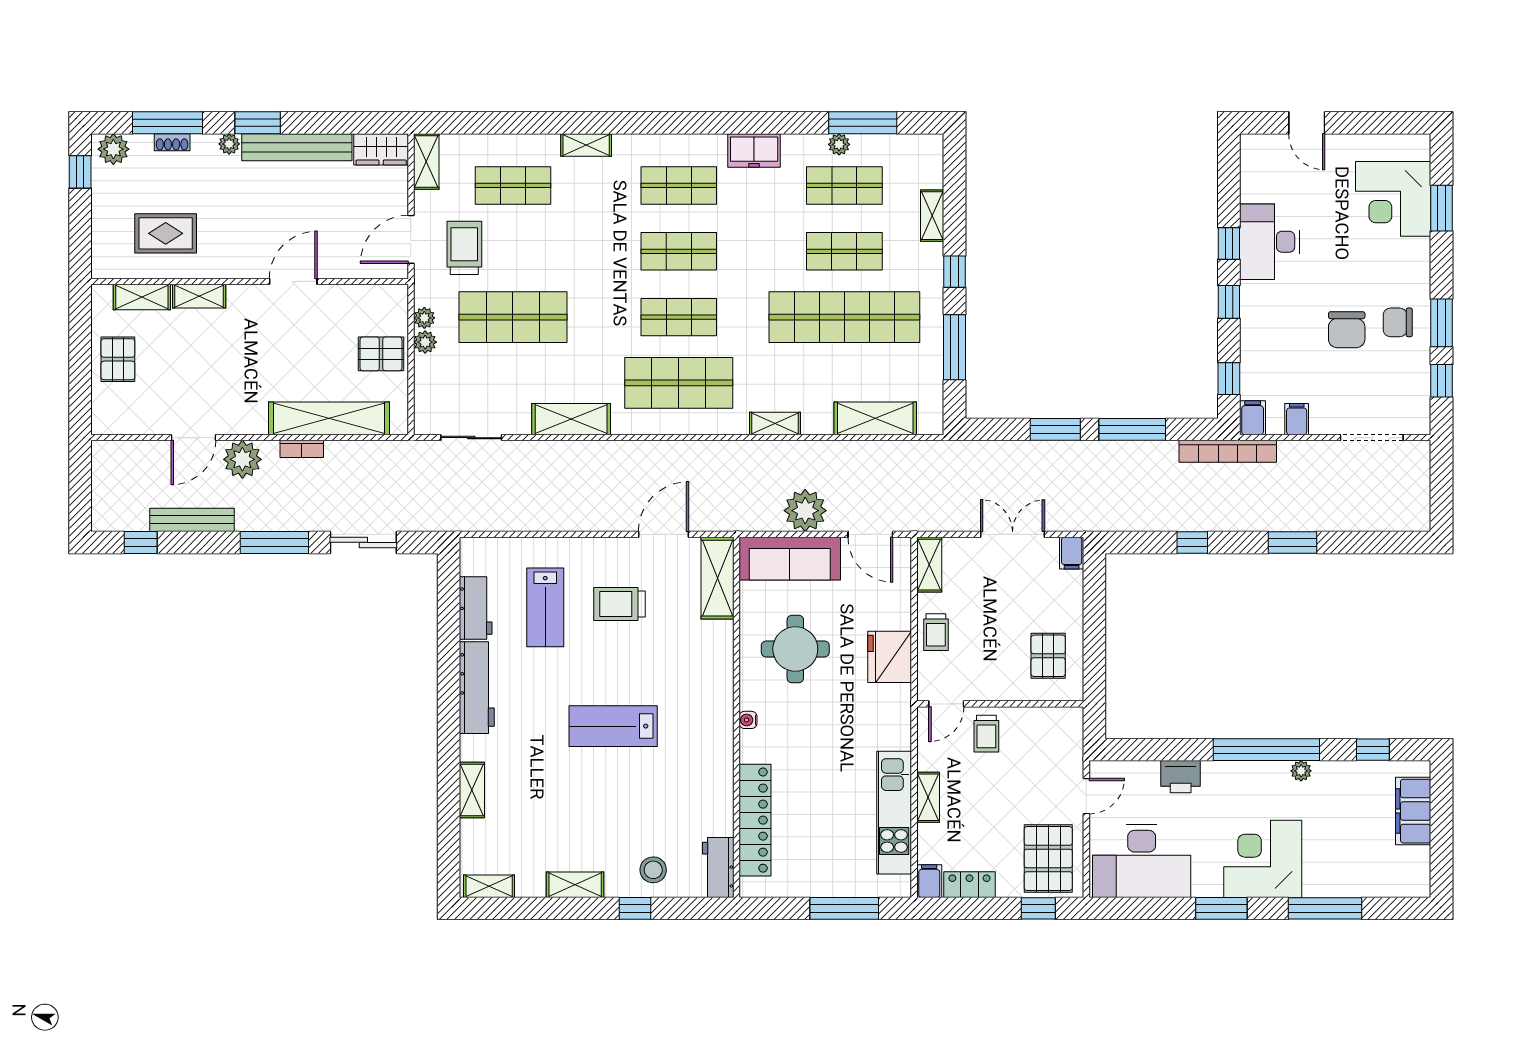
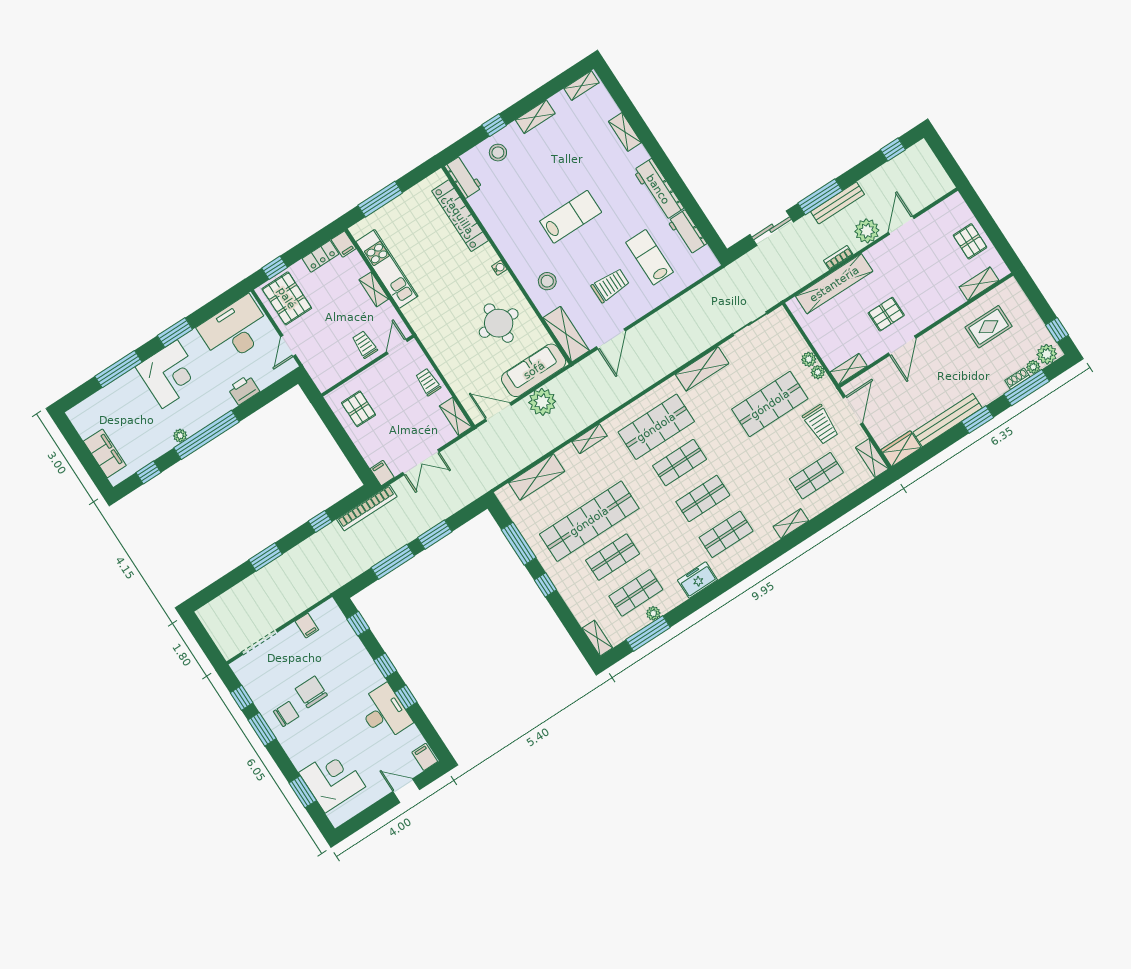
plant: (229, 144) -> (1033, 367), moved
shelving: (932, 216) -> (597, 638), moved
shelving: (199, 296) -> (849, 369), moved
pallet: (381, 354) -> (886, 314), moved
filing cabinet: (1253, 418) -> (425, 757), moved, turned 180
bookcase: (1228, 451) -> (367, 508), moved, turned 180
bench: (192, 520) -> (838, 203), moved
fridge: (890, 657) -> (444, 352), removed
stool: (697, 662) -> (547, 281), added

